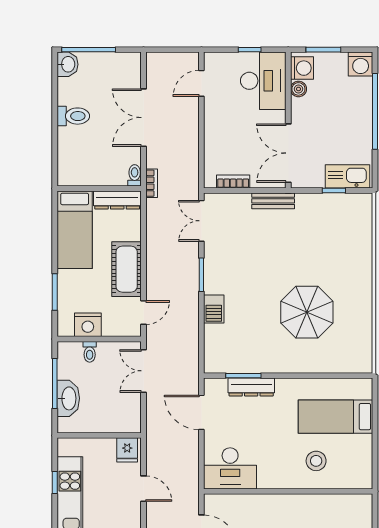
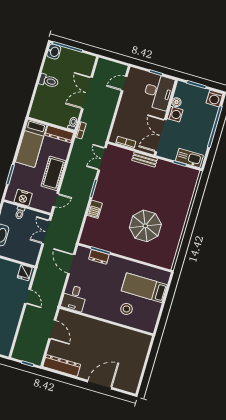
washing machine: (302, 68) -> (175, 114), moved
dresser: (251, 387) -> (99, 257), width x0.70
desk: (230, 468) -> (74, 298), width x0.73

